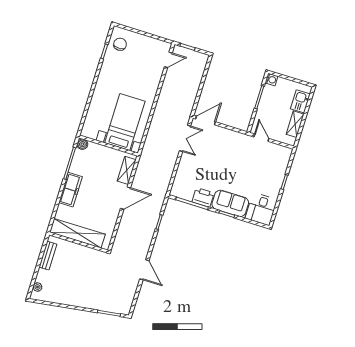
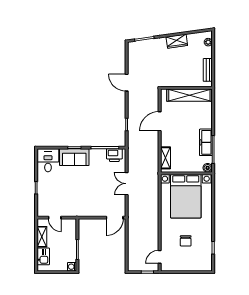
chair: (120, 44) -> (186, 241), moved
bed with nightstands: (125, 122) -> (186, 196), width x1.36
double door: (185, 138) -> (127, 184), moved
door: (261, 138) -> (55, 218), moved
freezer: (71, 190) -> (206, 142), moved
printer: (203, 197) -> (114, 155), moved
door: (125, 198) -> (160, 121), moved
wardrobe: (73, 299) -> (177, 41), added

